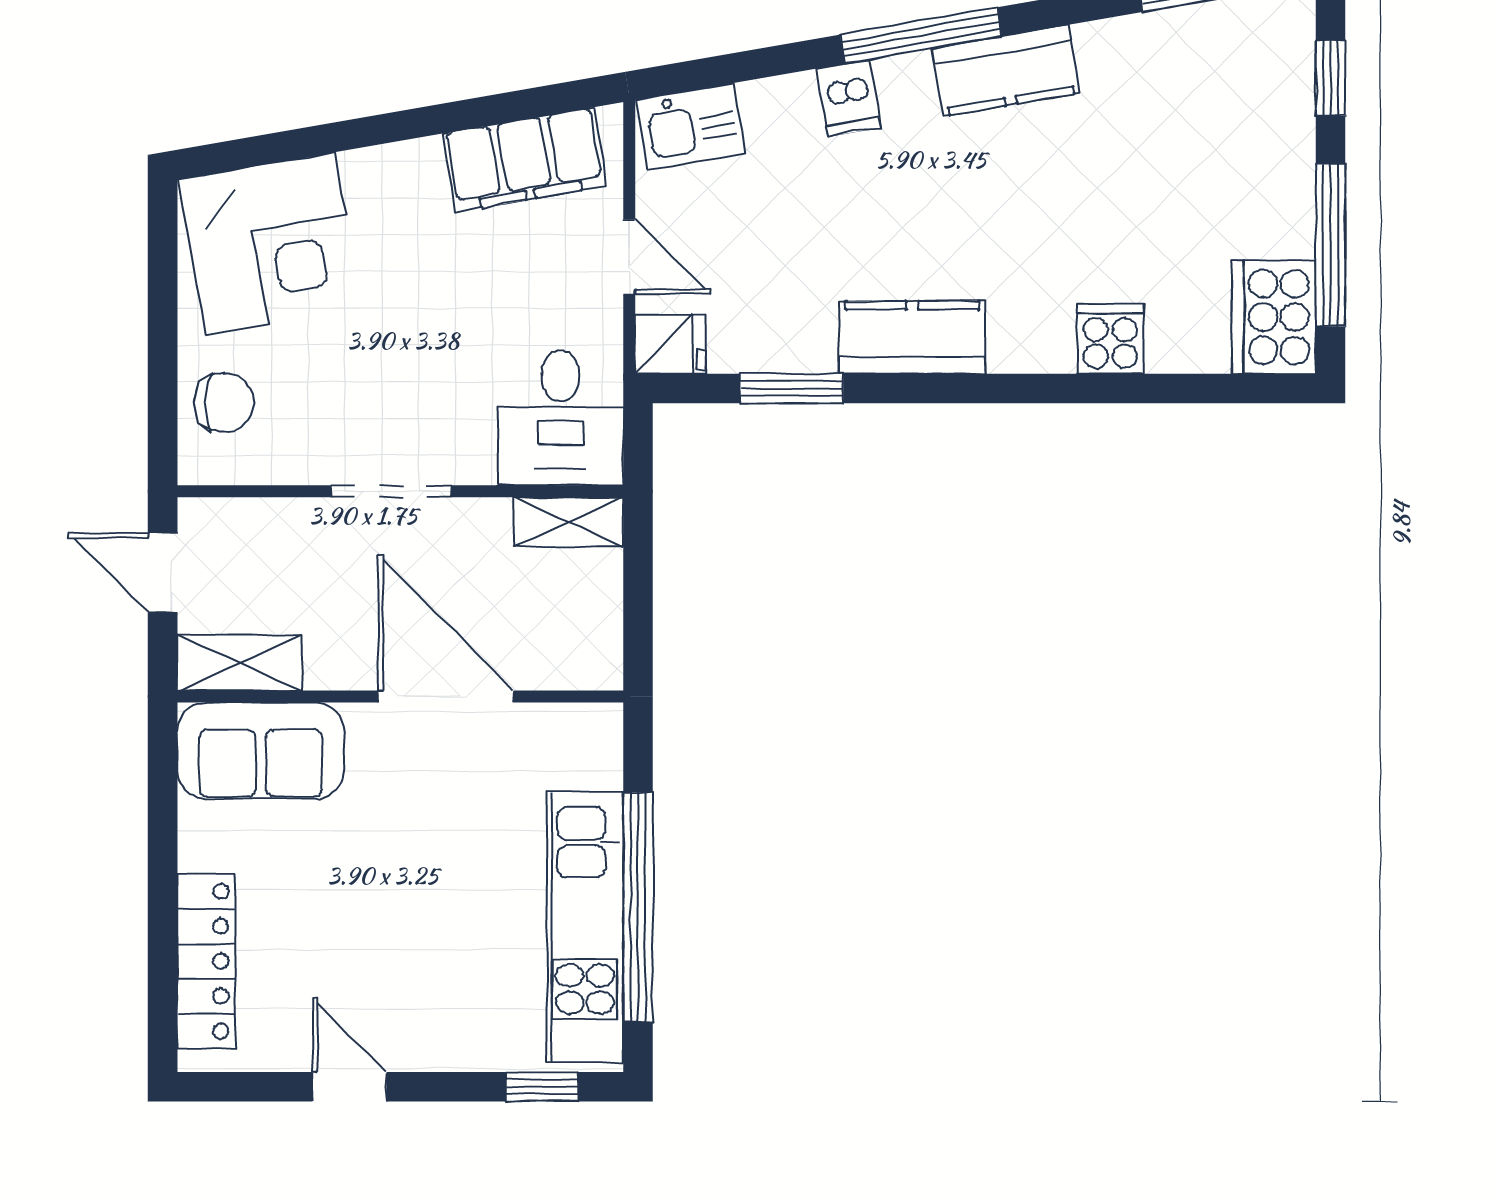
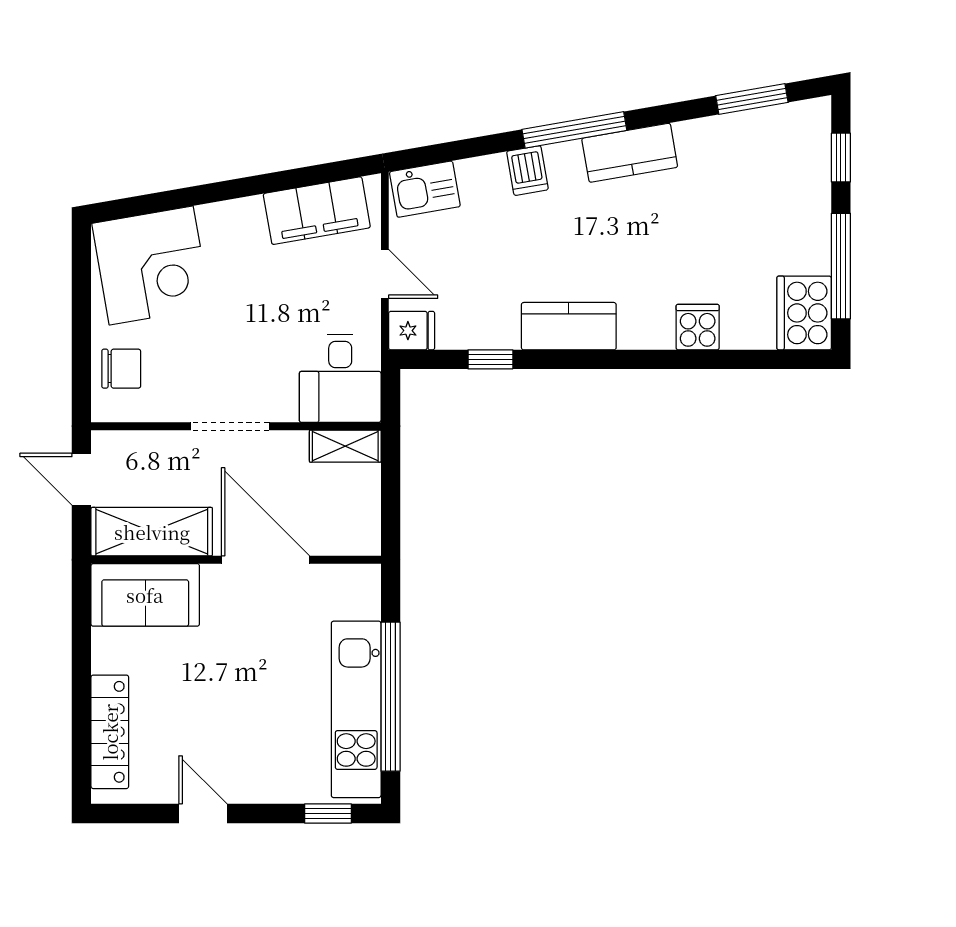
window: (792, 388) -> (490, 359), width x0.67
shelving: (240, 663) -> (152, 532), width x1.50, depth x1.33

